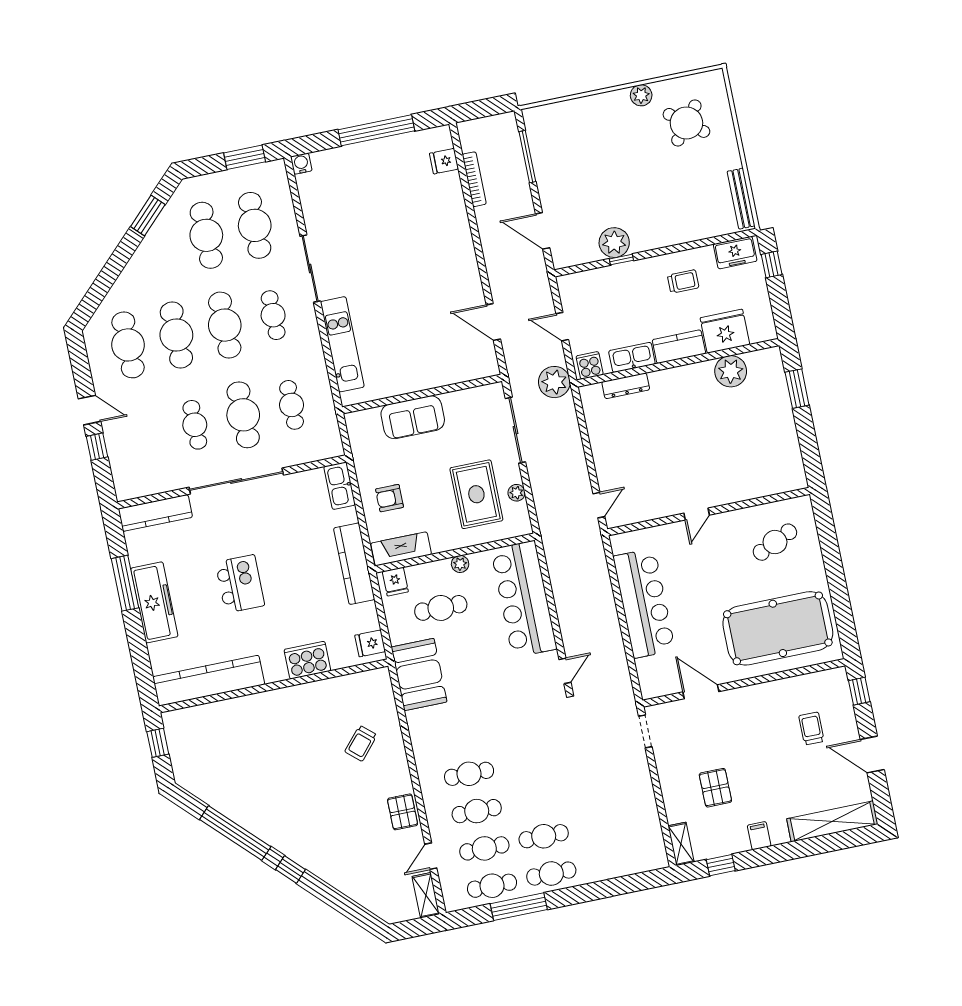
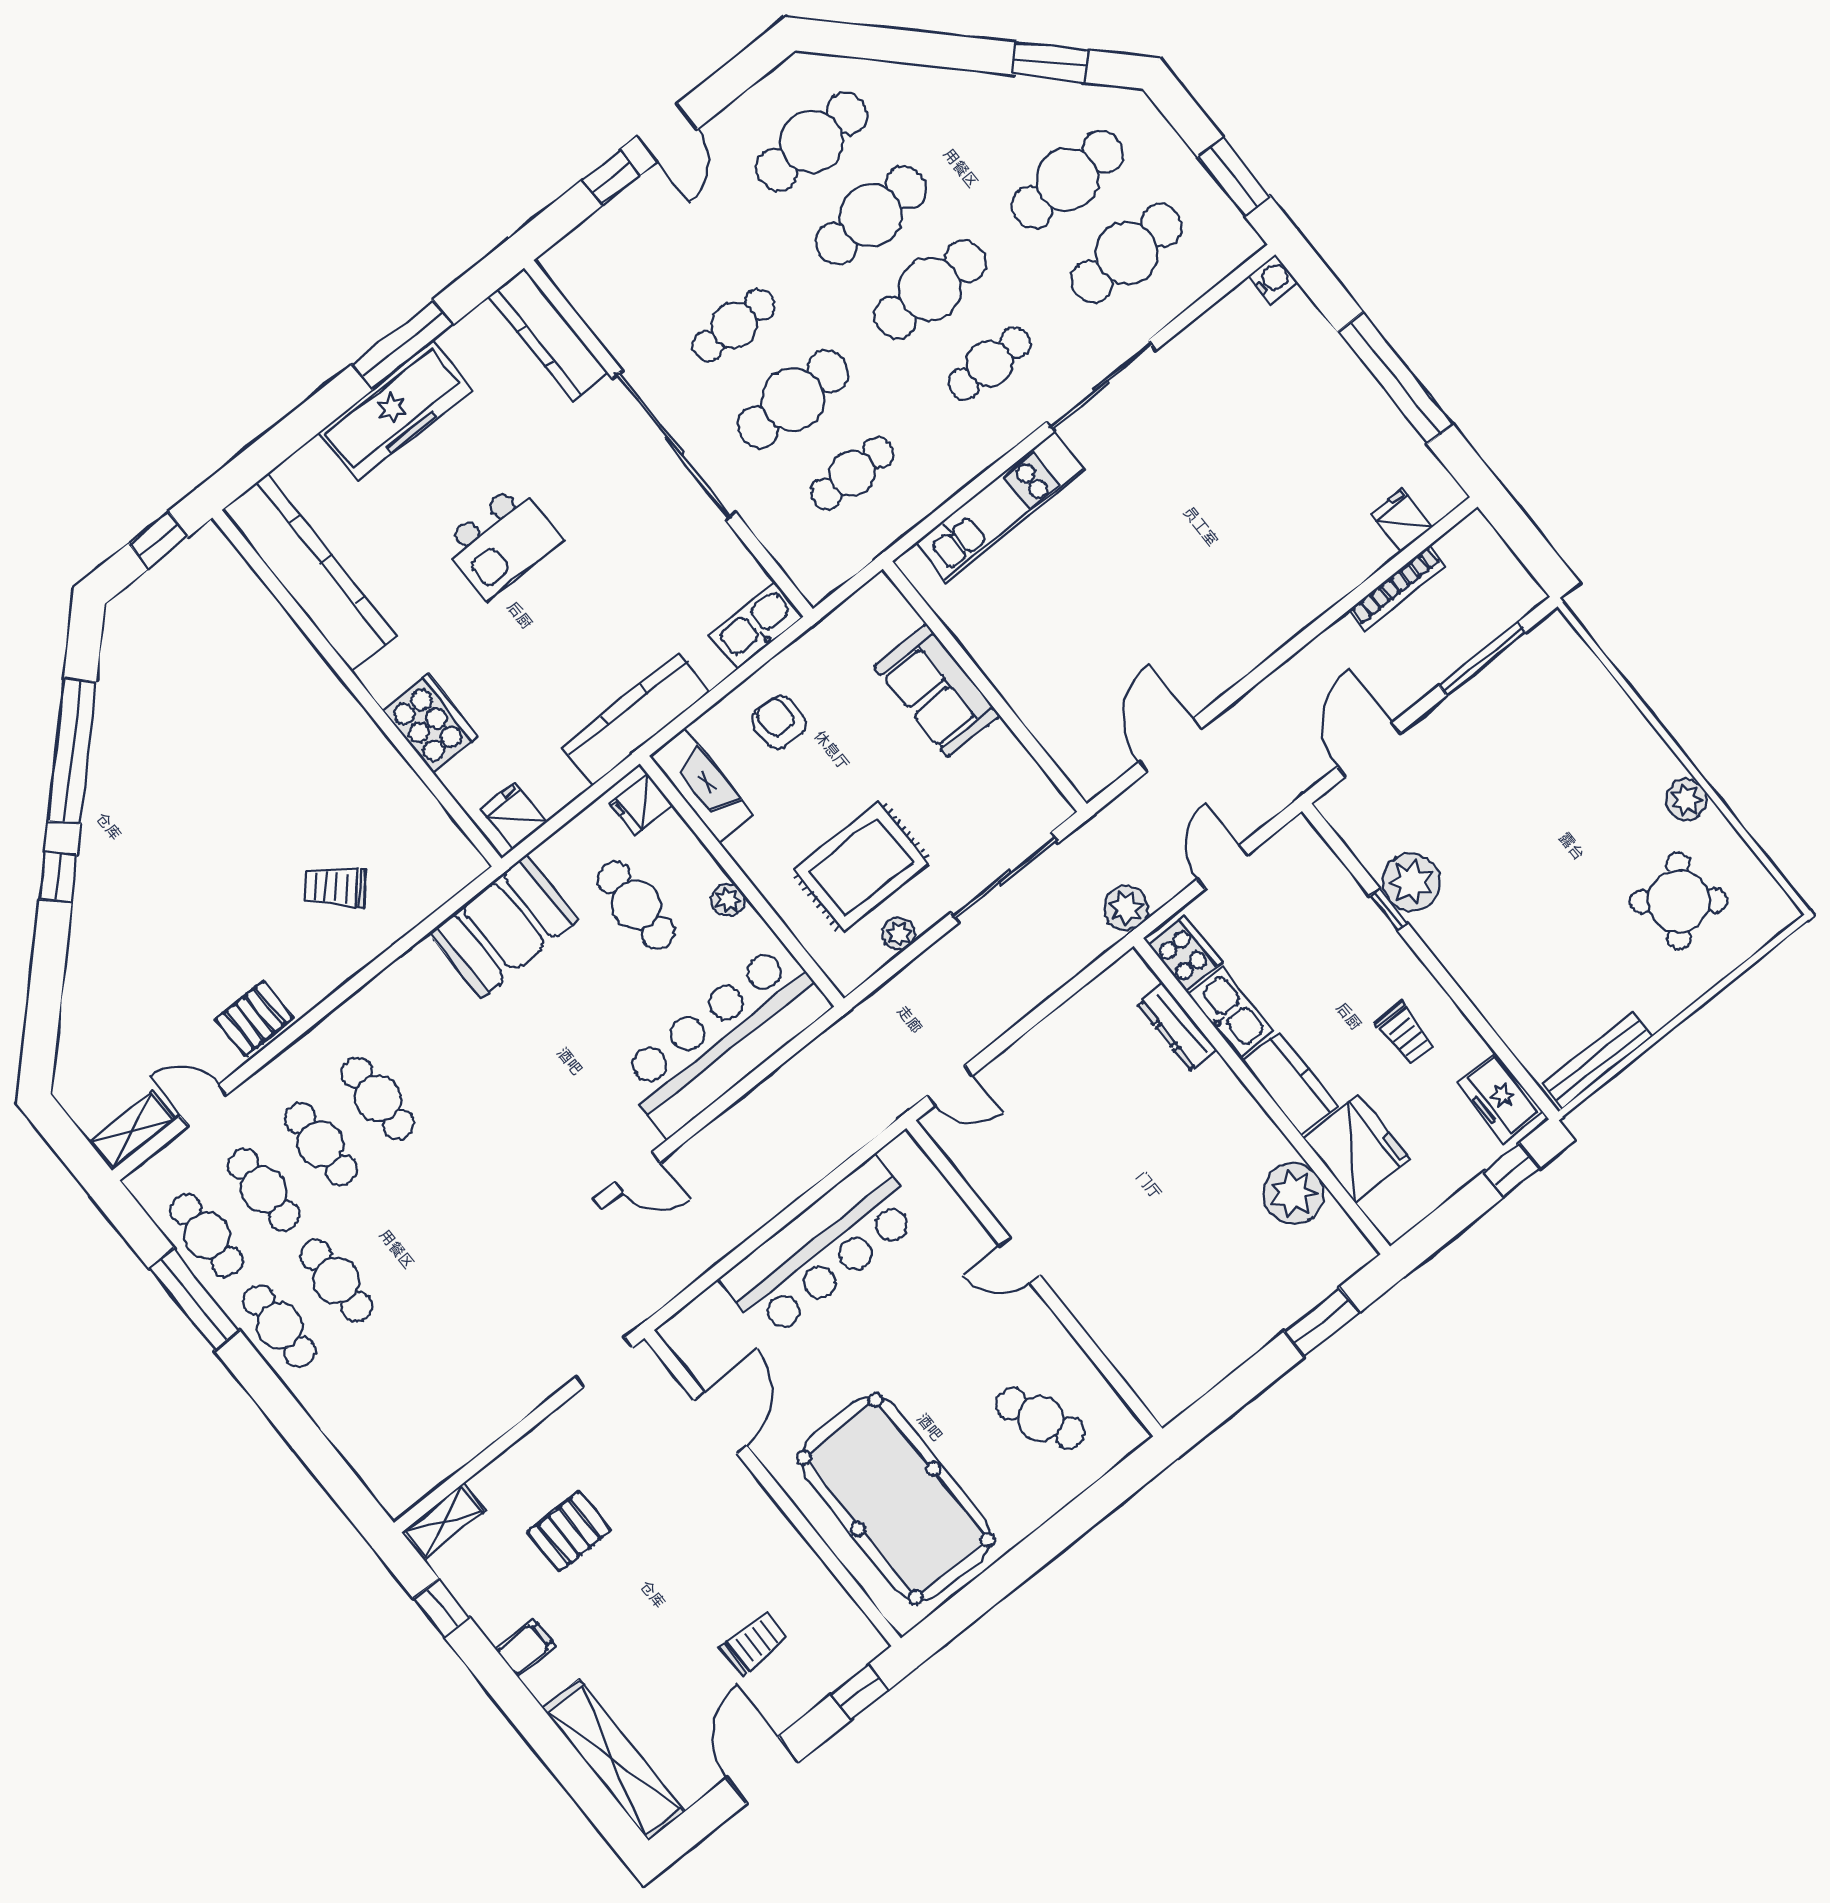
cooker: (590, 365) -> (1185, 954), width x1.36
plant: (554, 382) -> (1126, 908), width x0.73, depth x0.73

